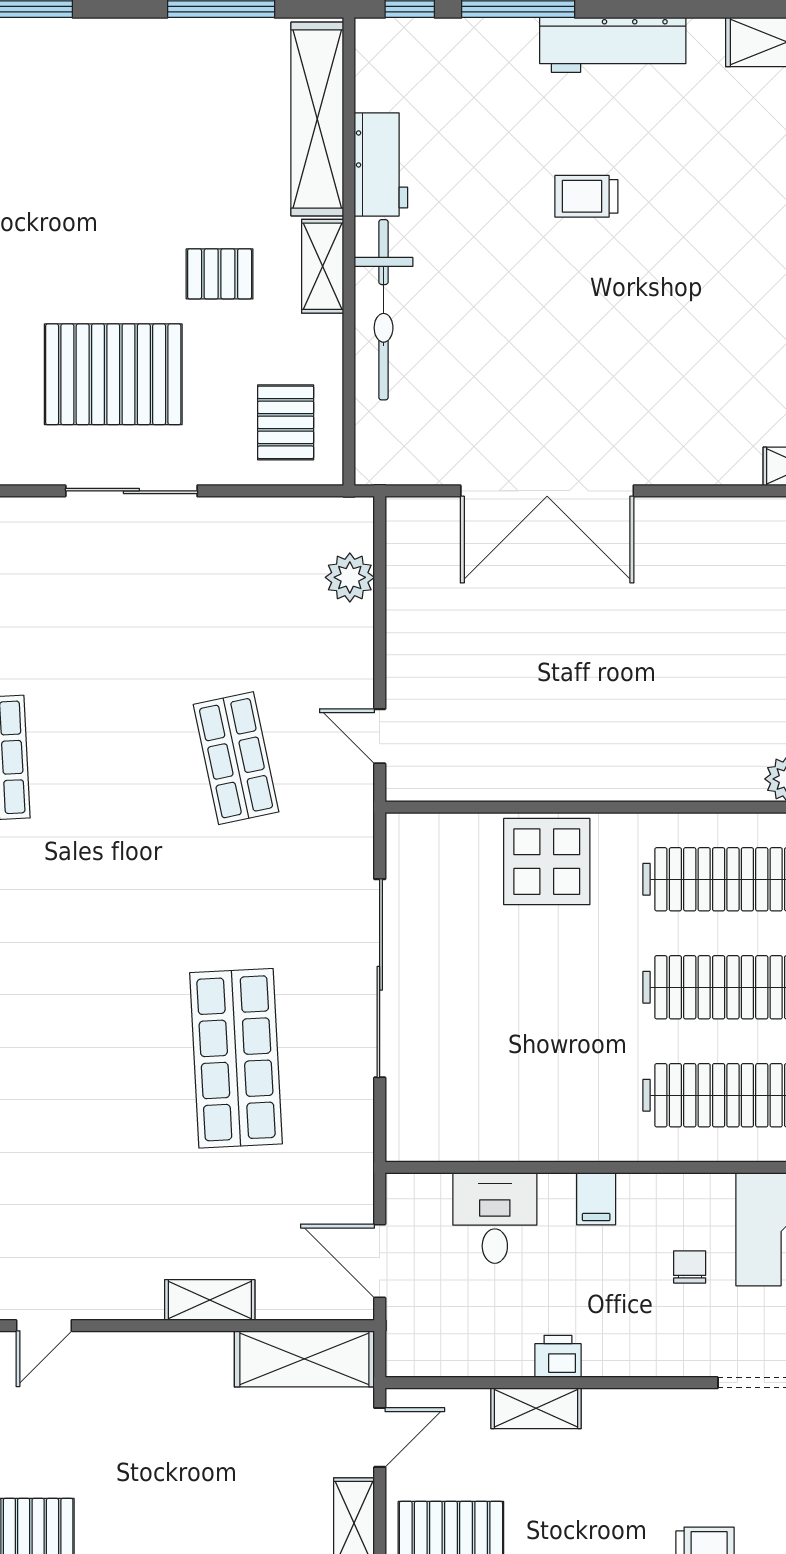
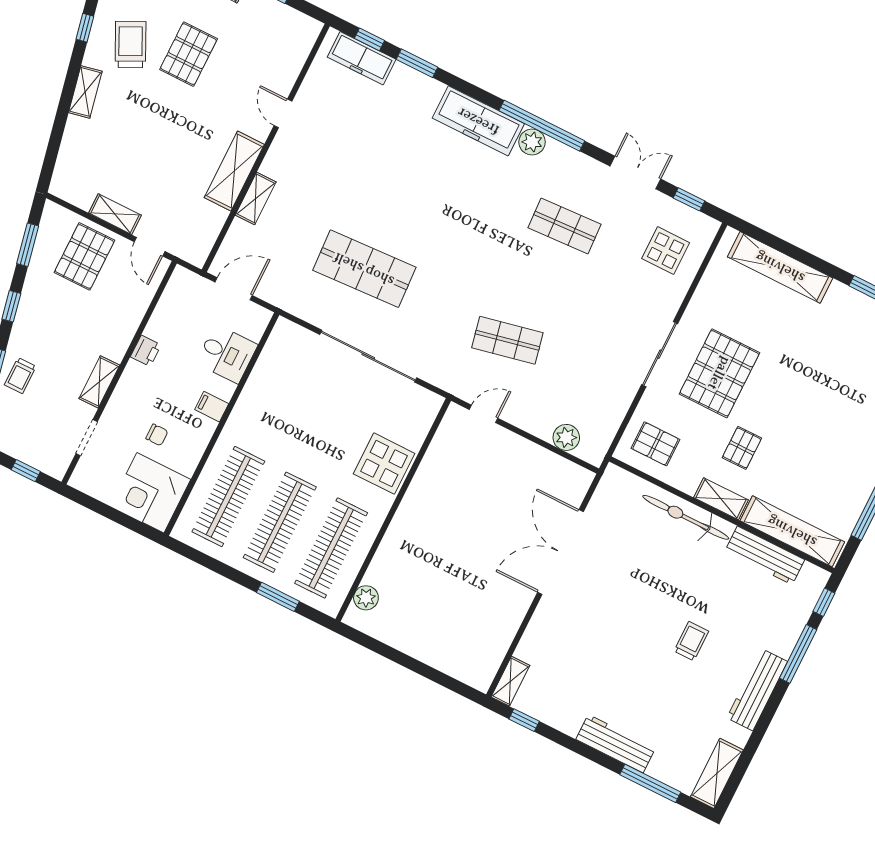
workbench: (381, 164) -> (765, 555), width x1.38
shelving: (304, 1359) -> (234, 171), moved
shelving: (536, 1408) -> (99, 382), moved

